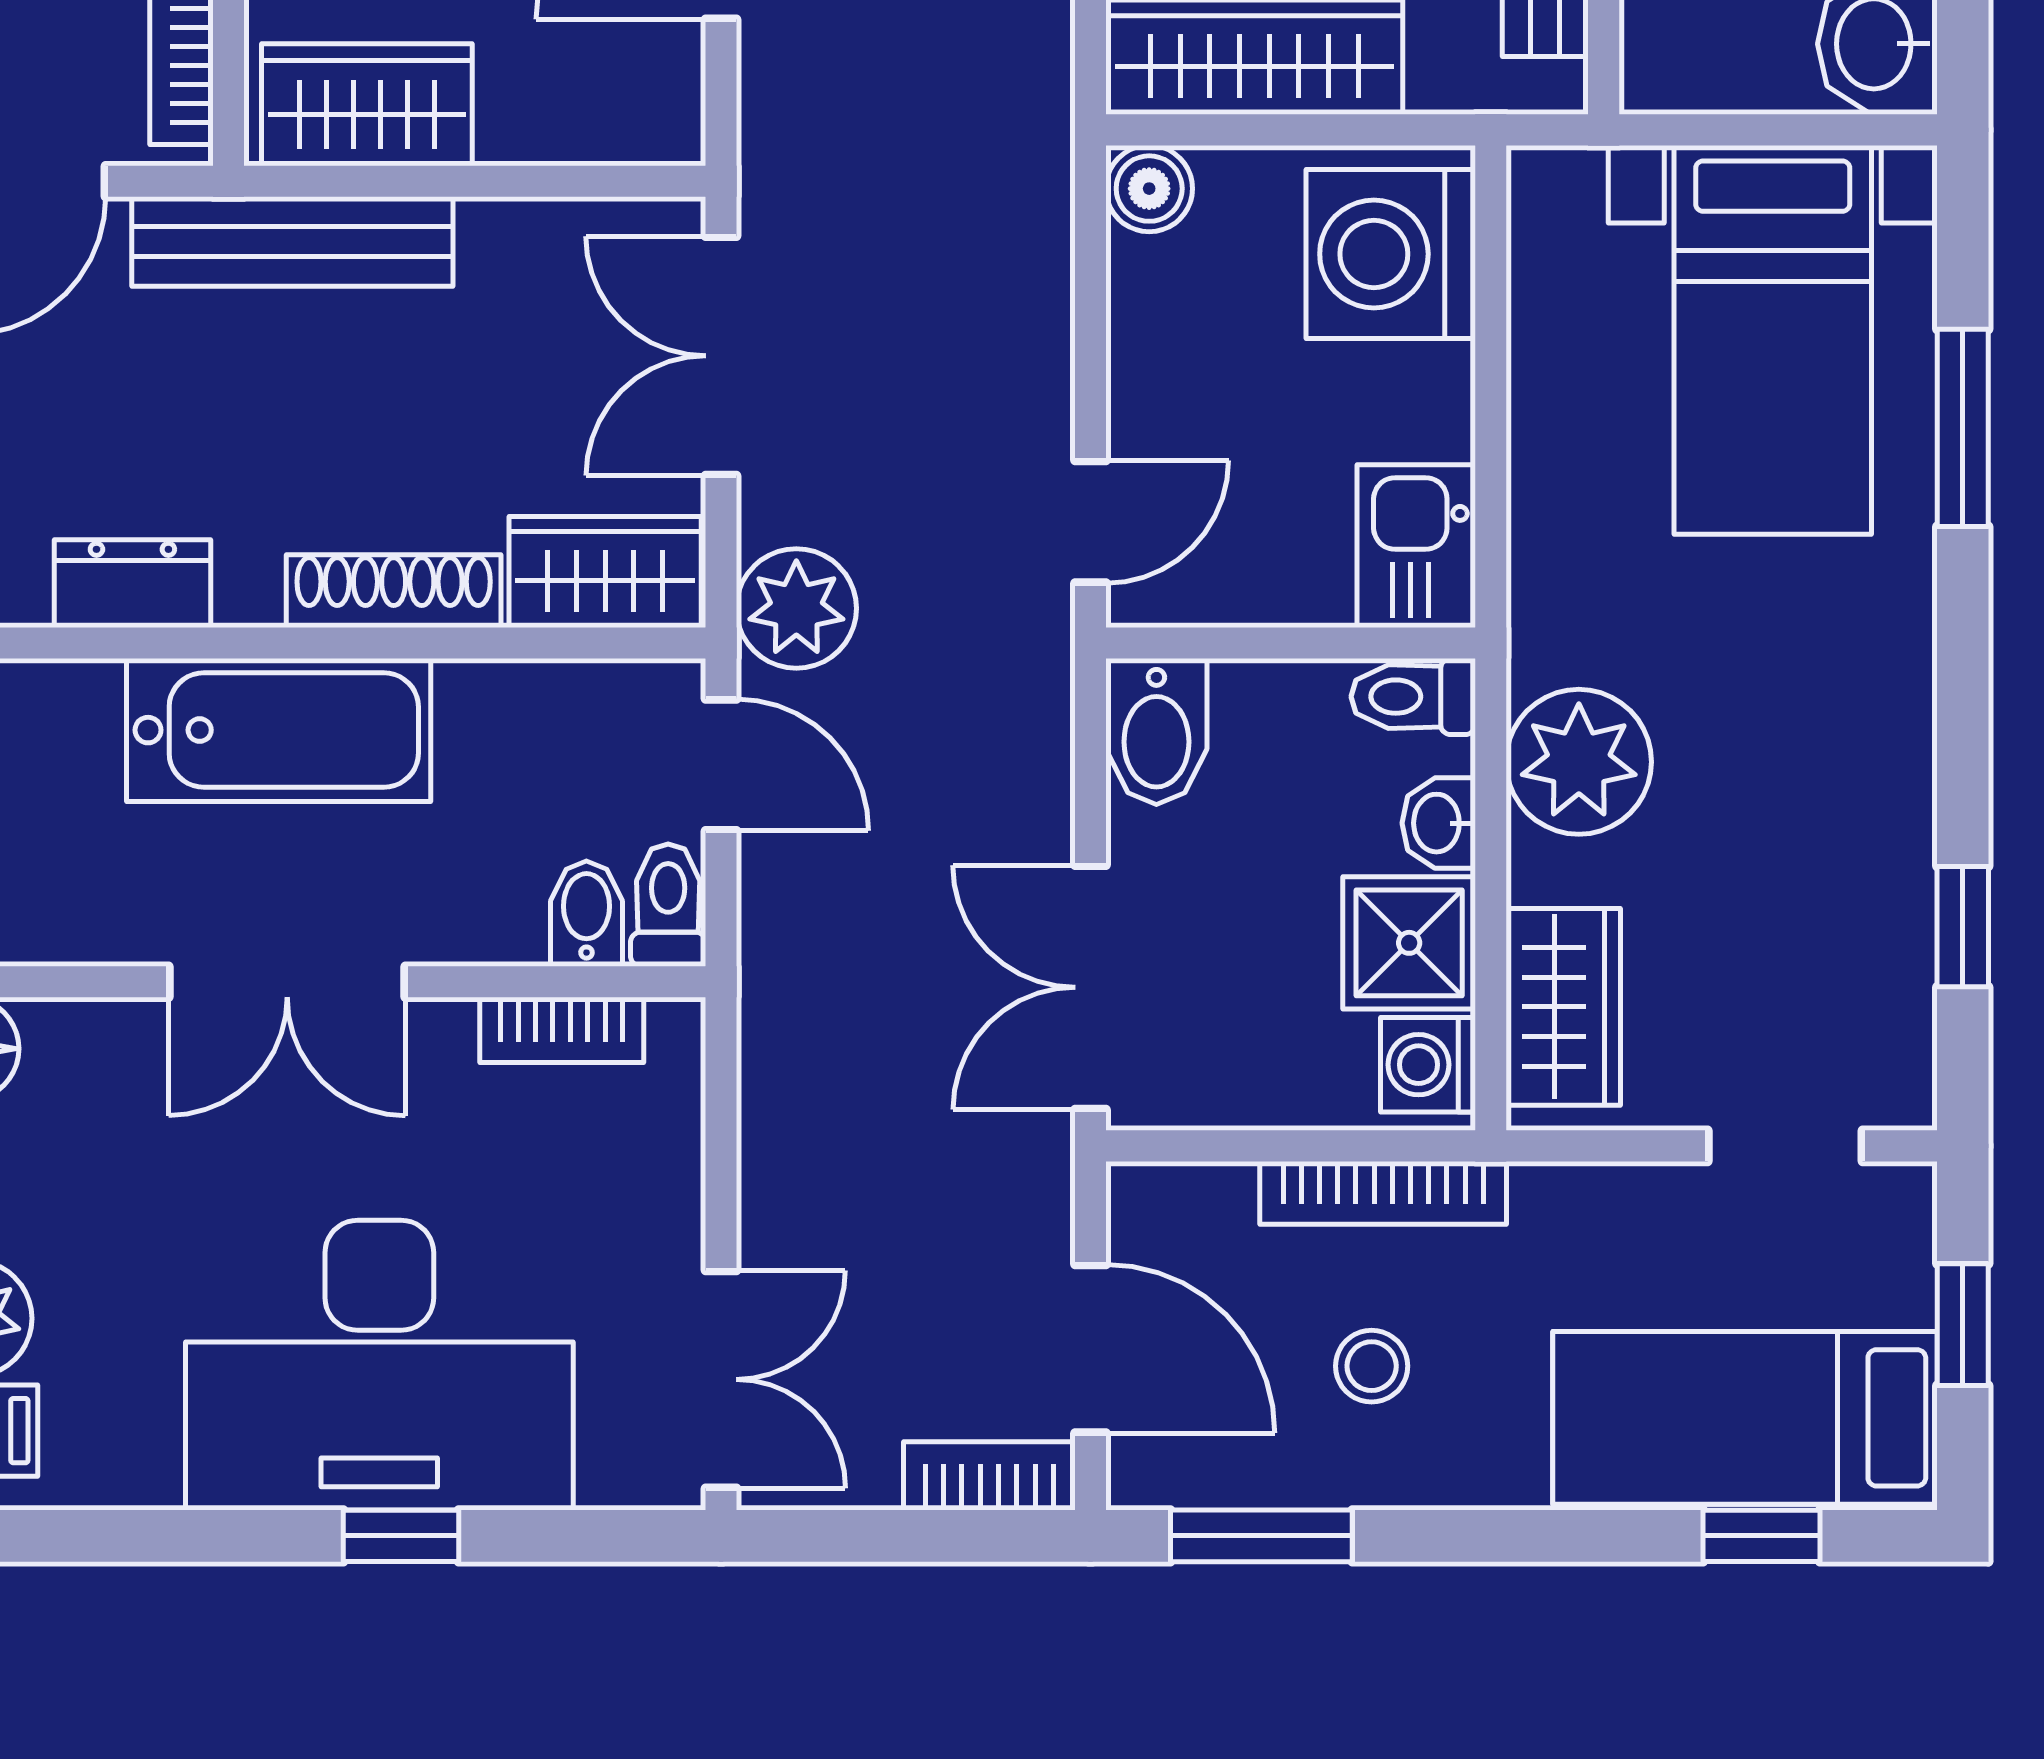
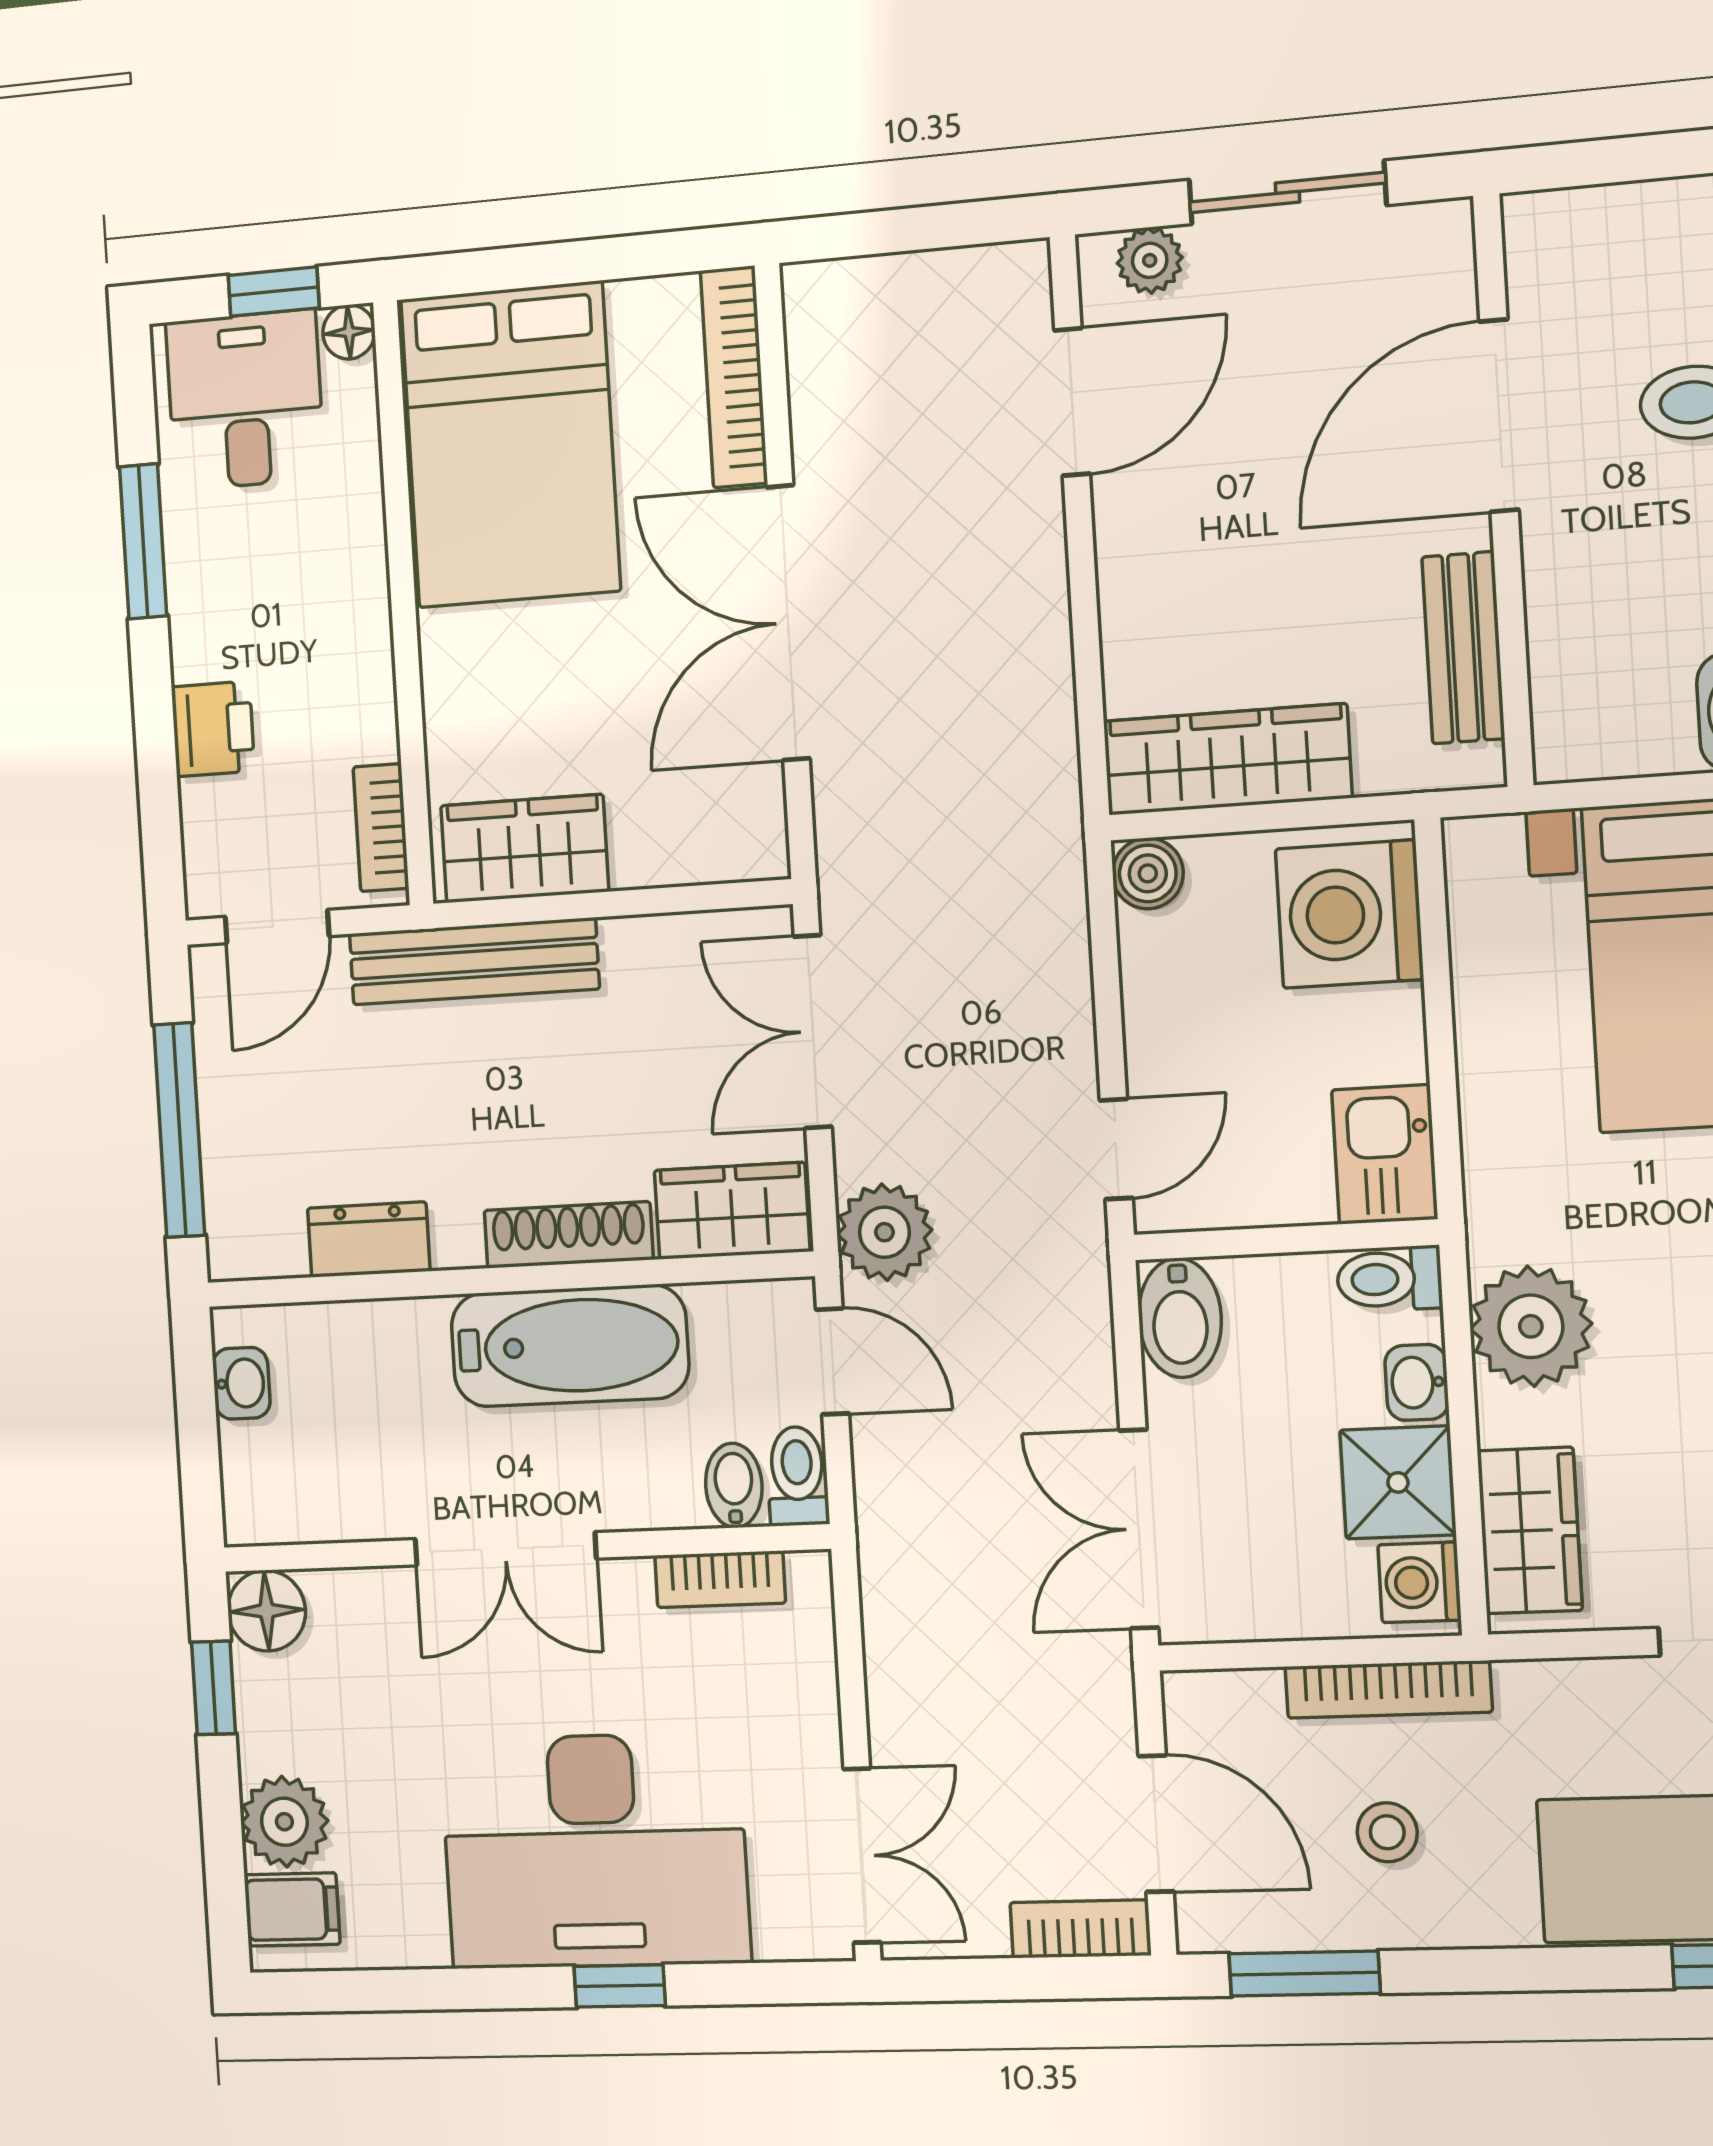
bathtub: (279, 730) -> (570, 1346), moved

